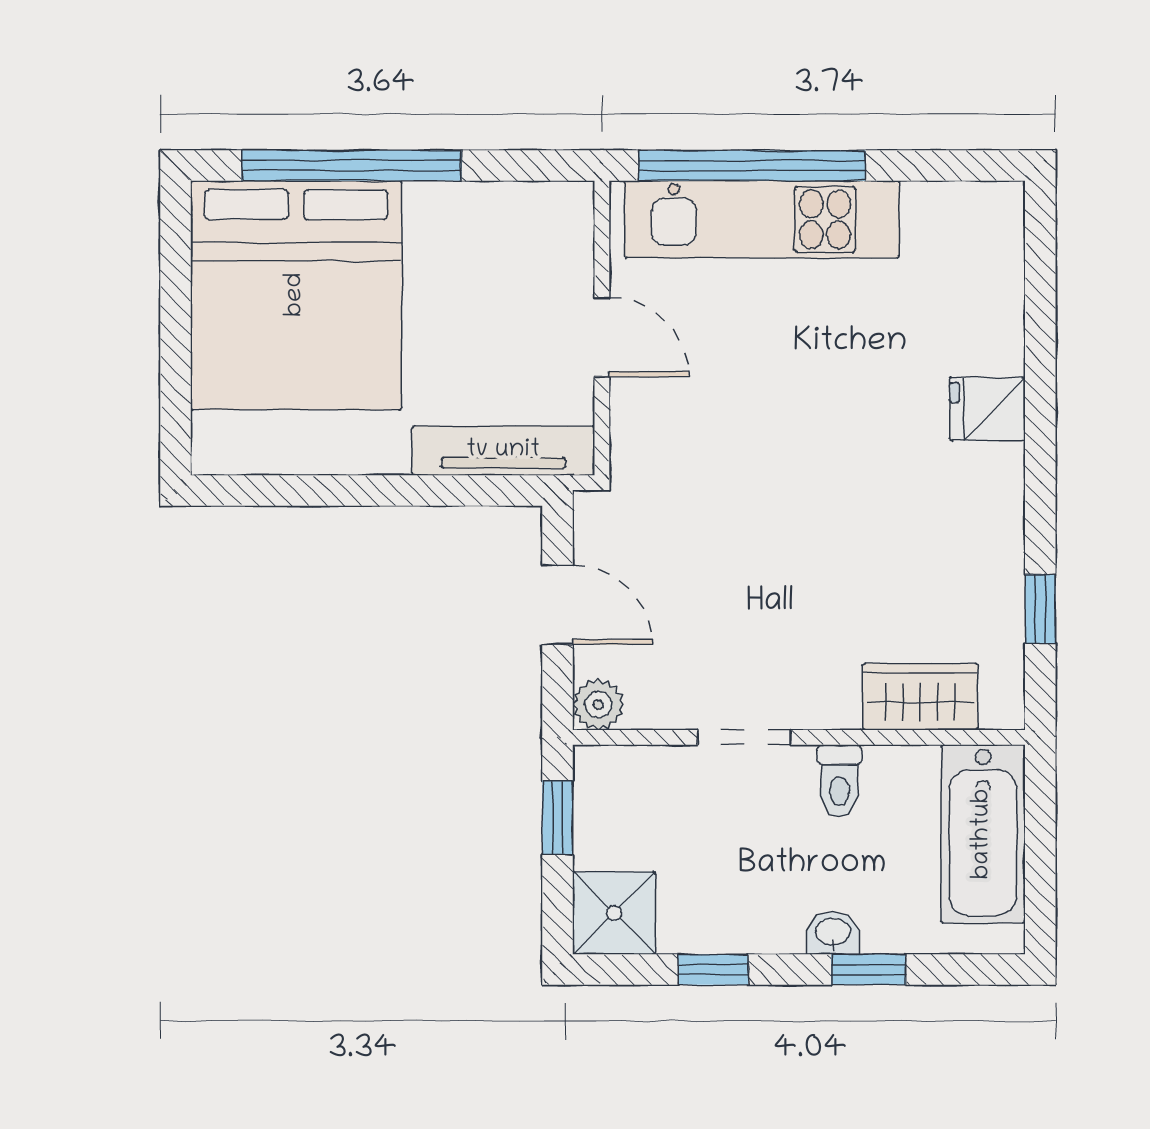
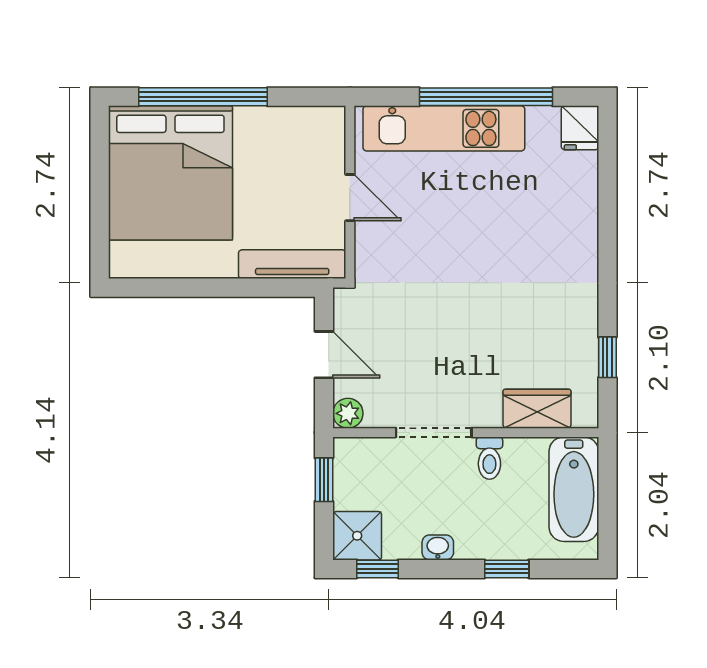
window: (752, 166) -> (486, 97), moved
fridge: (987, 409) -> (580, 128), moved, turned -90
doorway: (744, 737) -> (434, 433), width x1.38
washbasin: (833, 933) -> (438, 547), moved
window: (713, 970) -> (378, 569), moved

